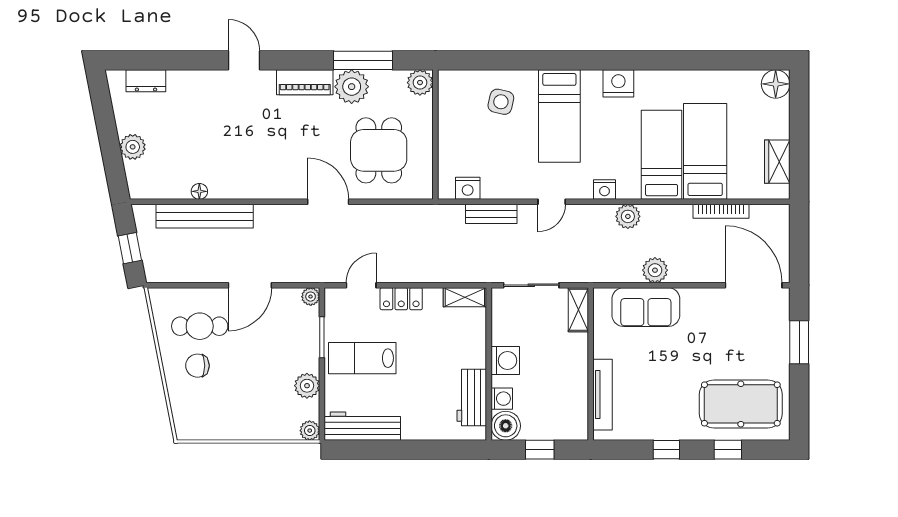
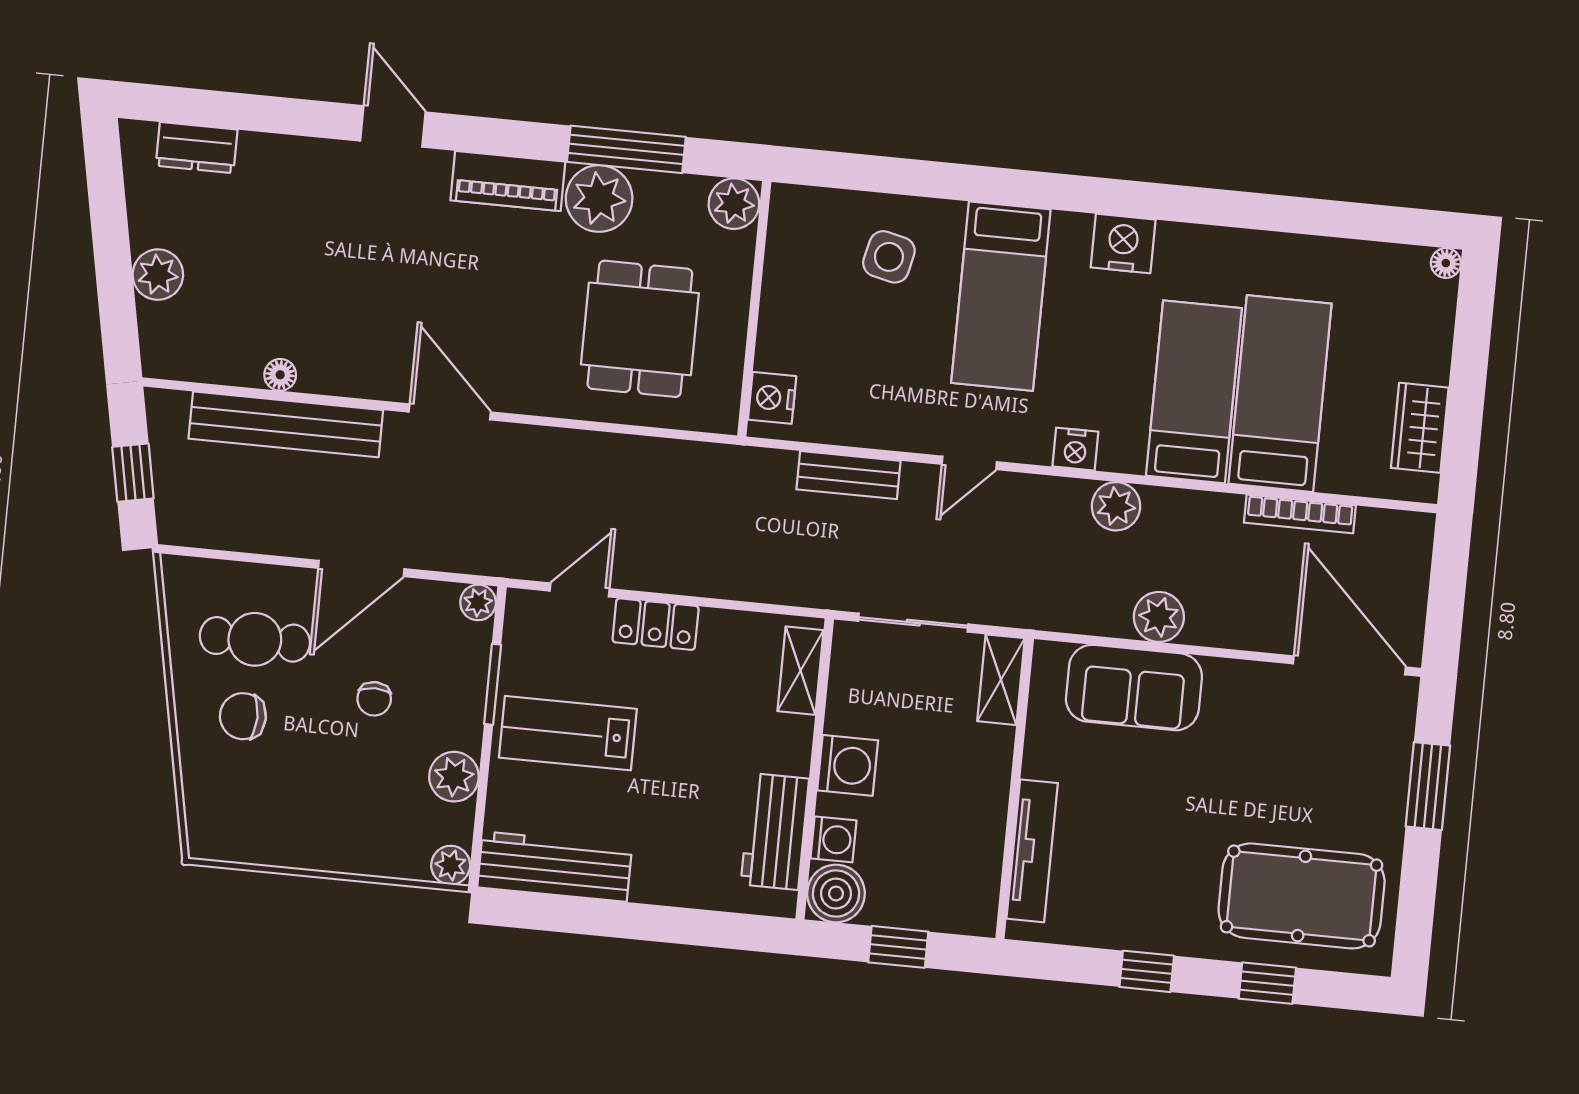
floor lamp: (776, 84) -> (1446, 263), width x0.53, depth x0.53
nightstand: (468, 188) -> (772, 398), moved, turned 90
door: (328, 202) -> (450, 412), moved
shelving: (465, 297) -> (800, 671), moved, turned 90
chair: (263, 350) -> (374, 699), added

